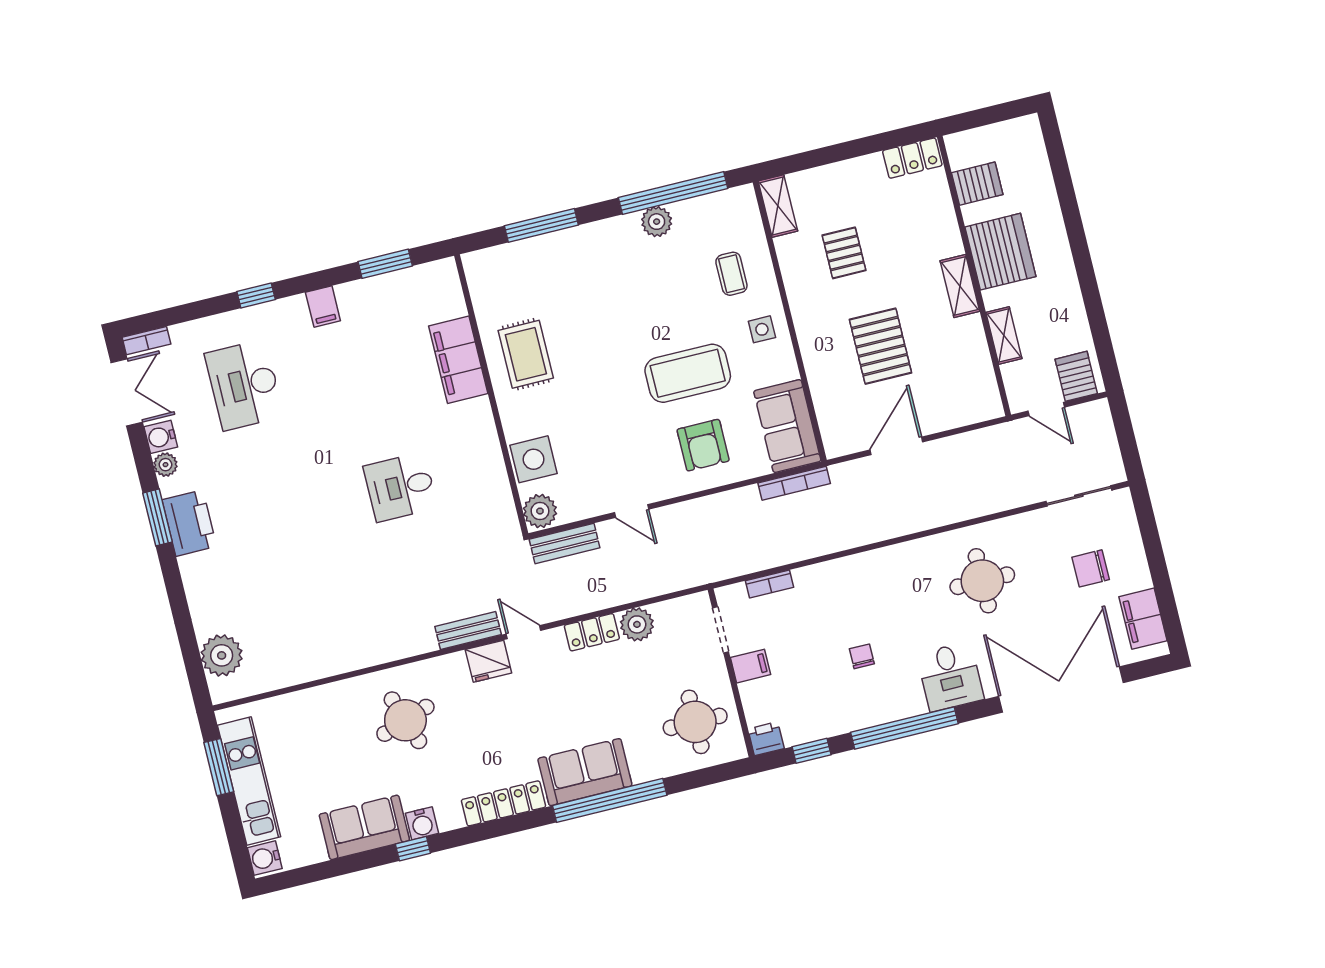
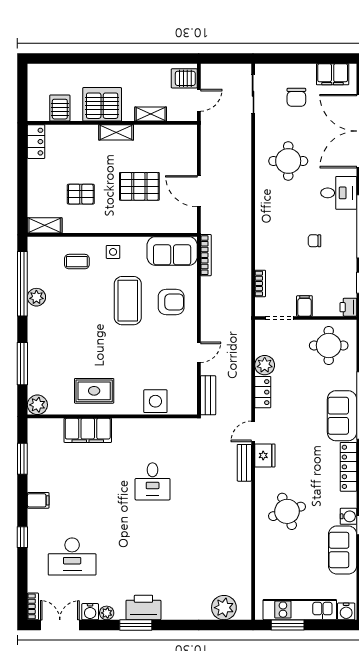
plant: (540, 511) -> (37, 405), moved

